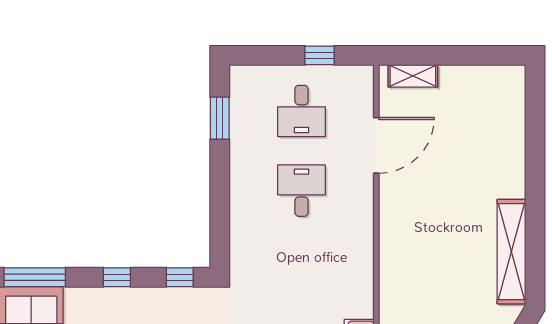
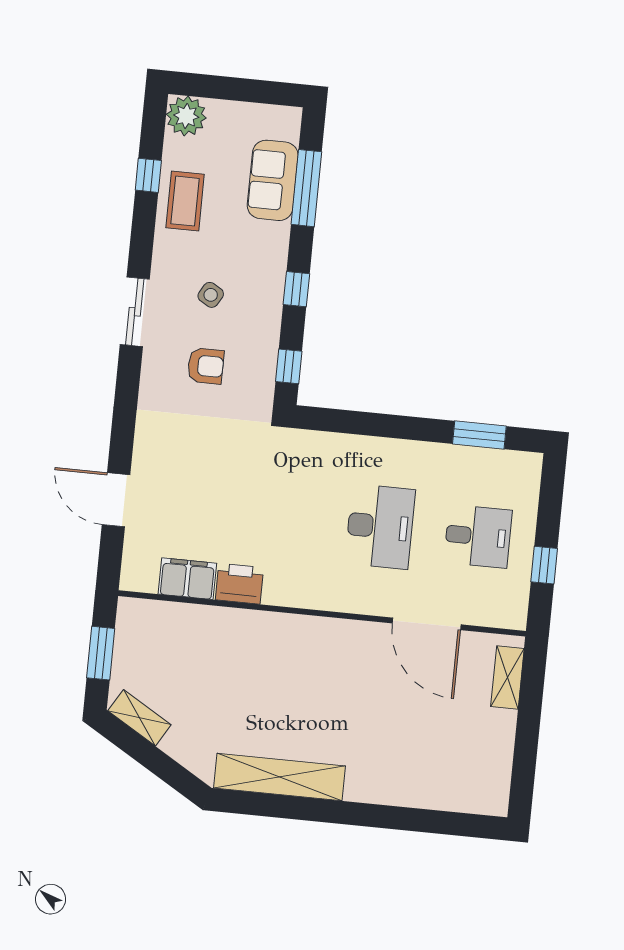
desk: (302, 111) -> (478, 536), turned 180
desk: (302, 191) -> (380, 527), width x1.37
printer: (359, 299) -> (239, 584), added

